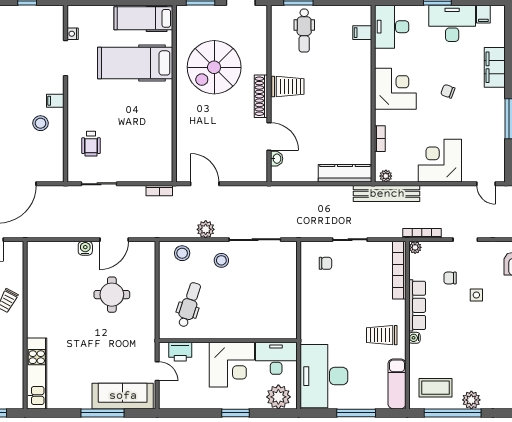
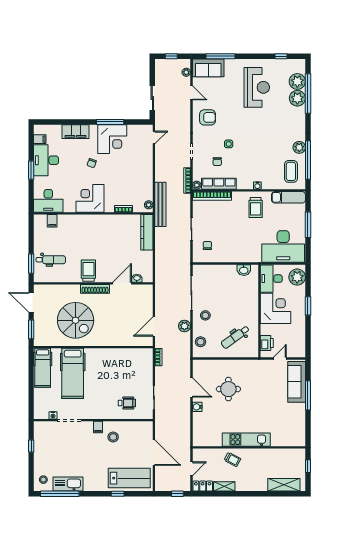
corner desk: (440, 161) -> (112, 139), moved, turned -90
dental chair: (189, 305) -> (235, 337), turned -54
row of seats: (417, 305) -> (219, 184), moved
washbasin: (289, 317) -> (244, 270), added
kitchen unit: (37, 373) -> (246, 440), moved

